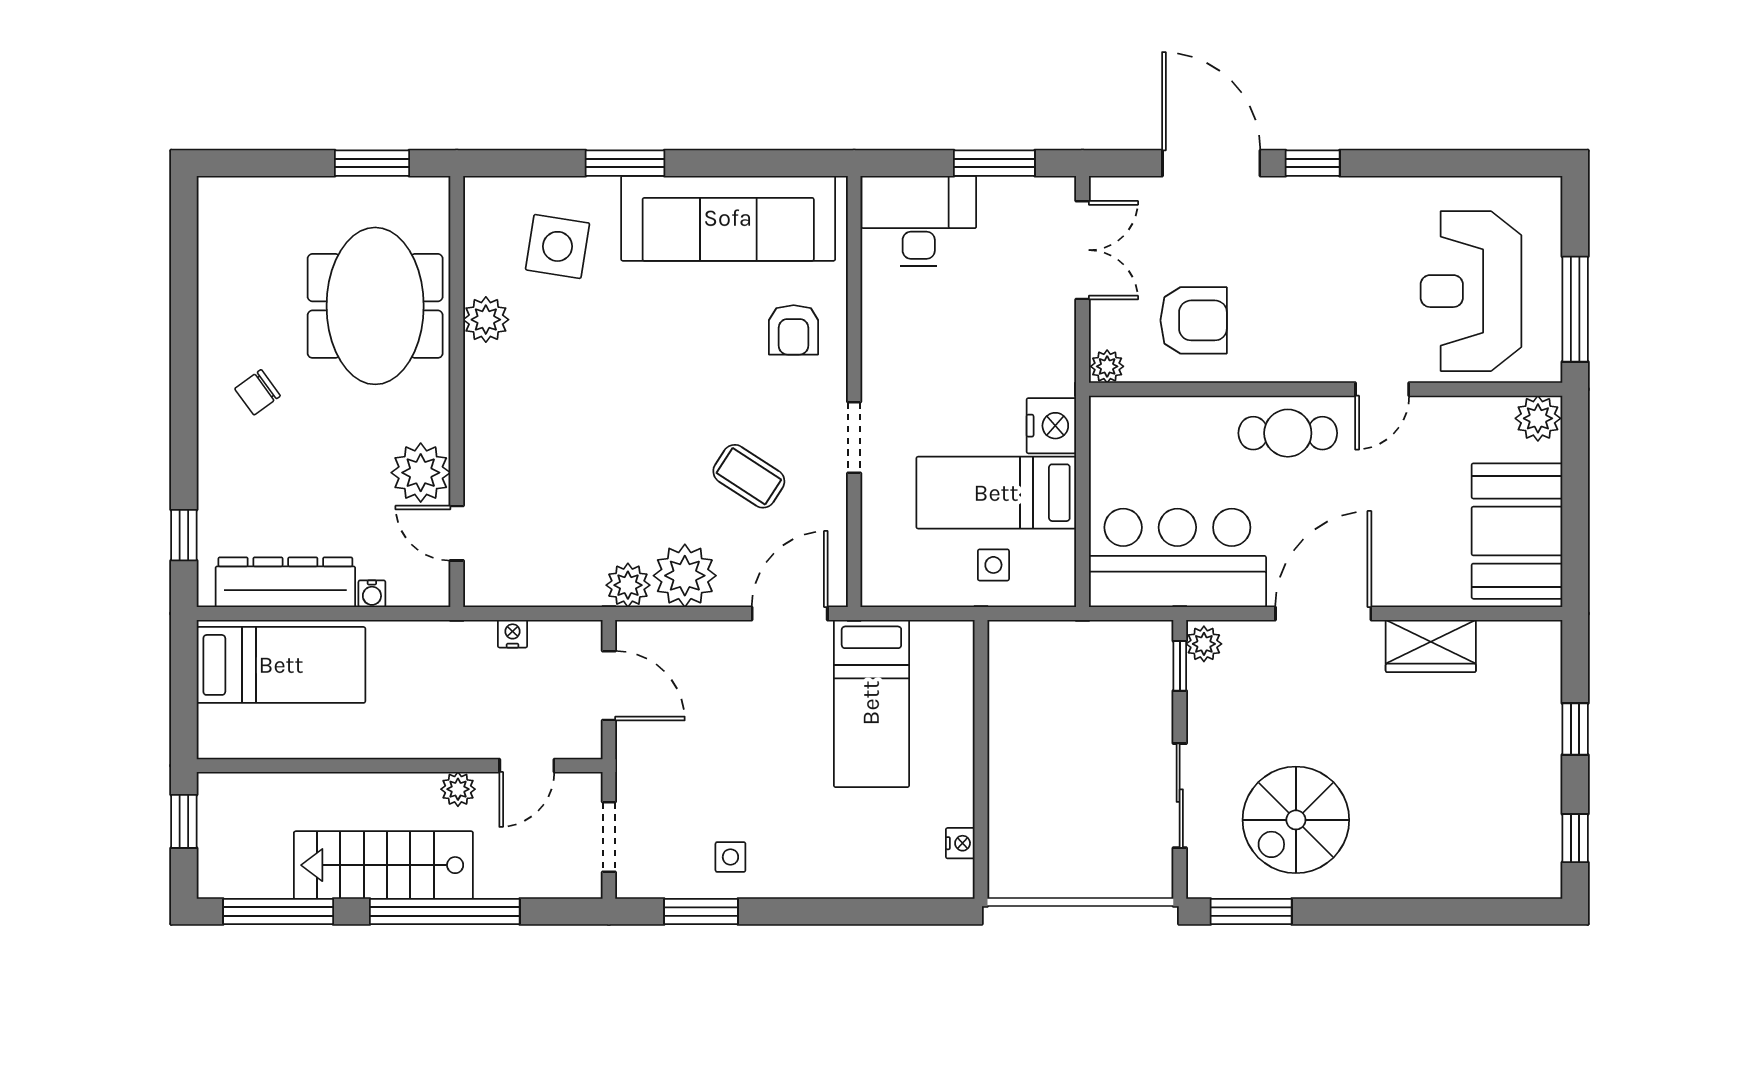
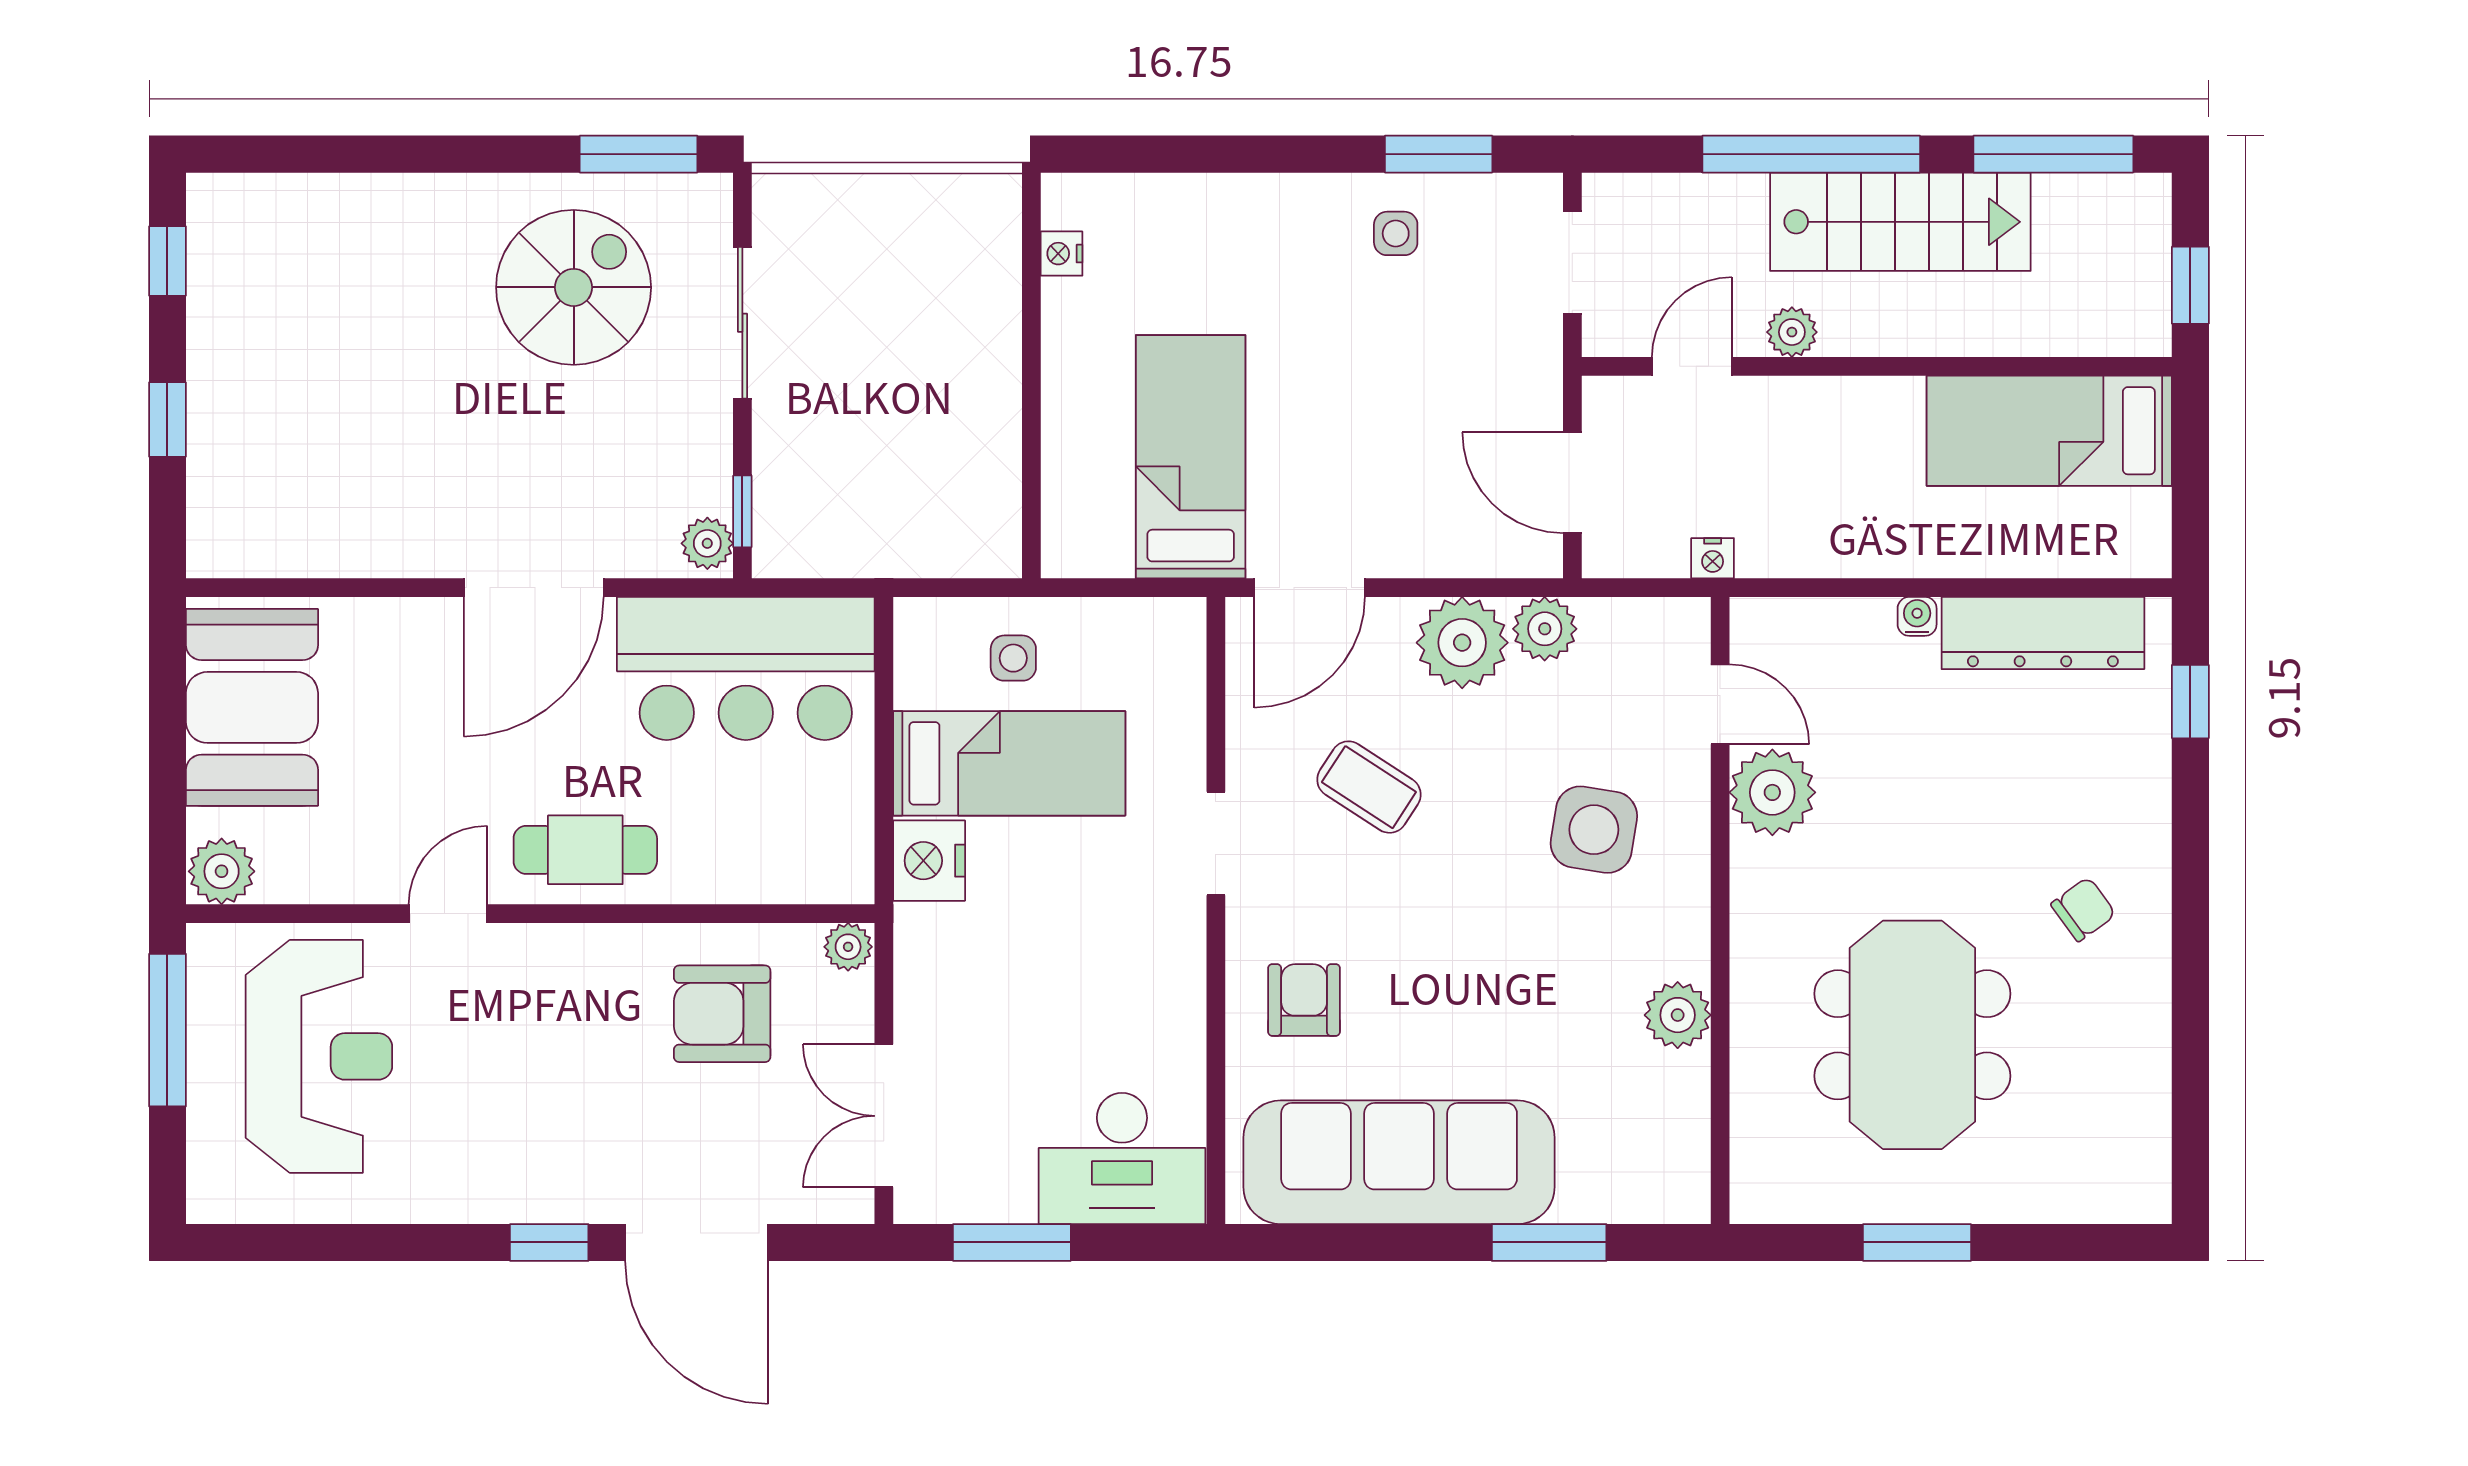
side table: (558, 246) -> (1594, 830), moved
plant: (486, 320) -> (1678, 1015), moved
wall: (457, 391) -> (1720, 910), moved
plant: (421, 473) -> (1772, 792), moved
door: (457, 533) -> (1720, 704), moved
wardrobe: (1431, 646) -> (377, 540), removed
bed: (281, 665) -> (2049, 431), moved

